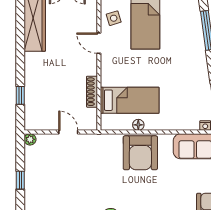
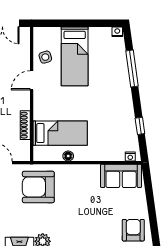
door: (99, 43) -> (32, 80), hinge flipped
armchair: (140, 153) -> (38, 187), moved, turned 90

